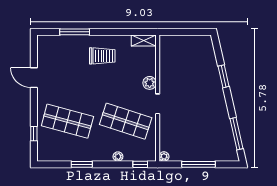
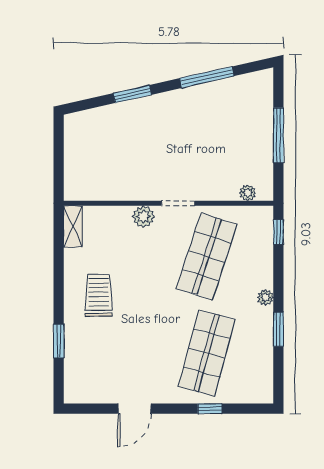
window: (75, 32) -> (59, 341), width x0.69
window: (34, 134) -> (210, 409), moved
window: (236, 134) -> (207, 77), moved
plant: (118, 157) -> (265, 297), moved
plant: (164, 157) -> (248, 193), moved

